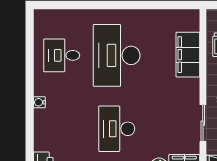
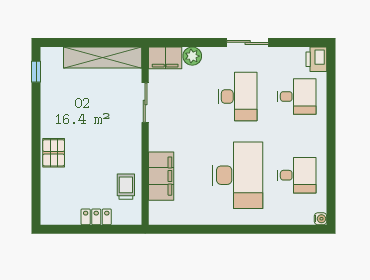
water cooler: (39, 102) -> (321, 219), moved
desk: (62, 129) -> (297, 96), added

